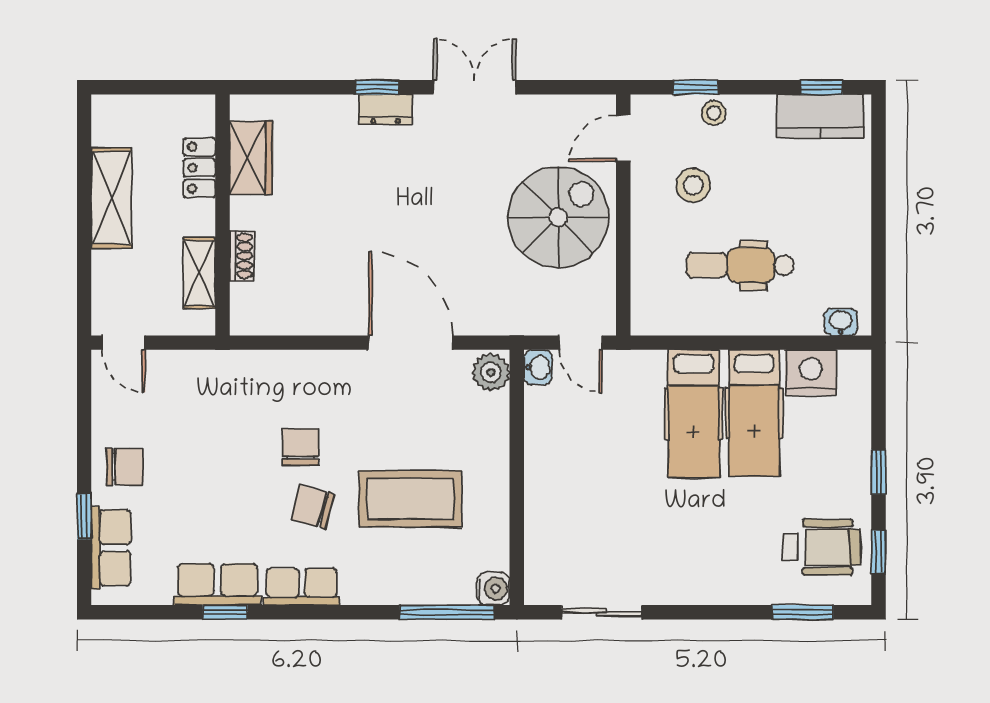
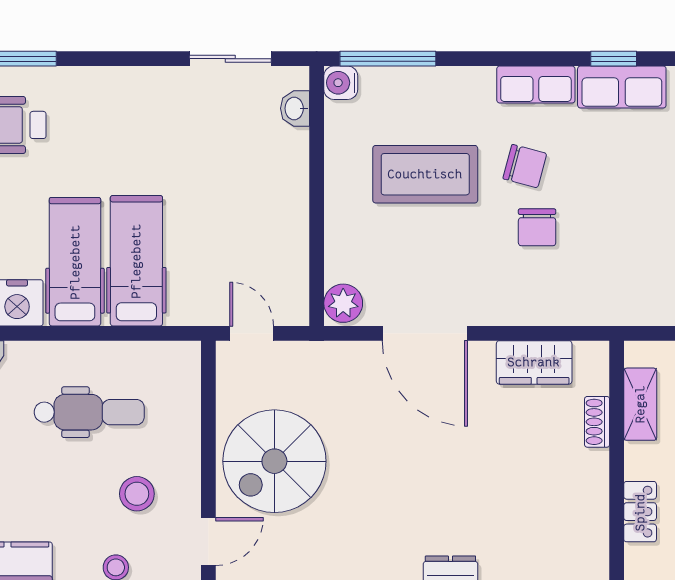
wardrobe: (251, 158) -> (534, 362), moved, turned -90
washbasin: (538, 367) -> (295, 108), moved

